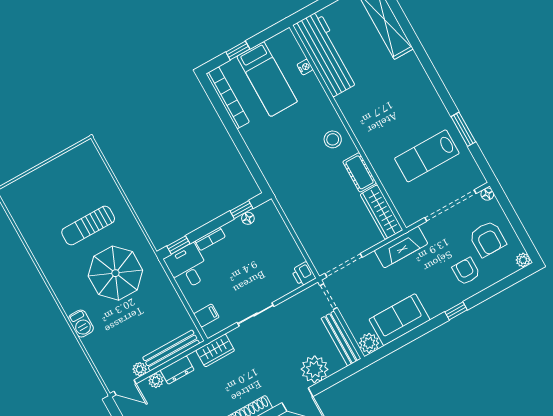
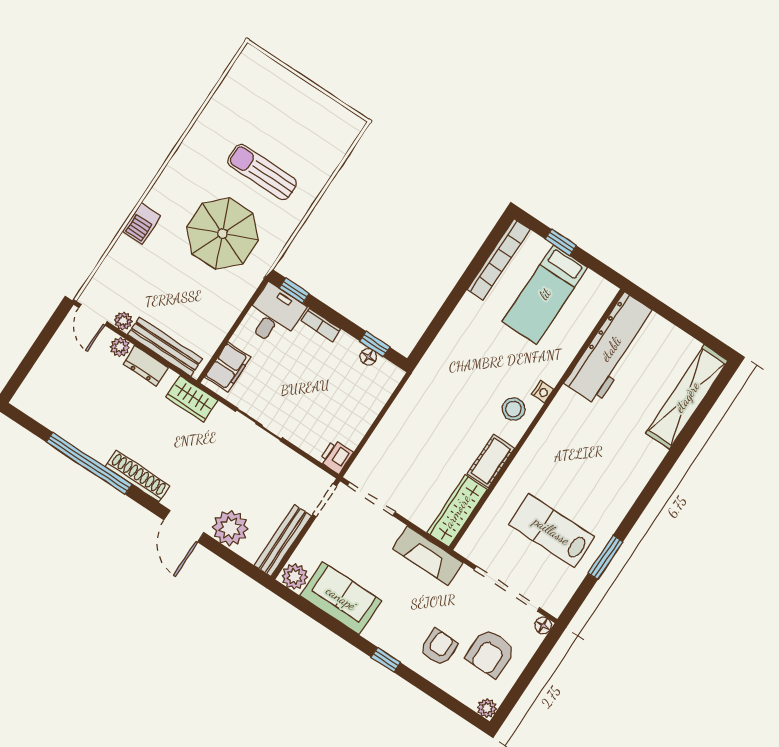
nightstand: (305, 67) -> (543, 392), moved
filing cabinet: (206, 316) -> (228, 367), width x2.00

